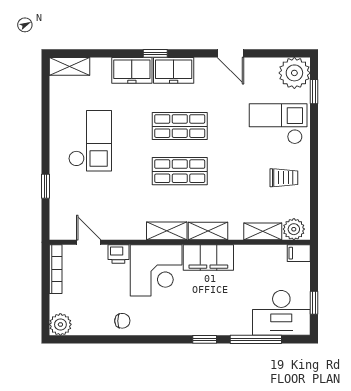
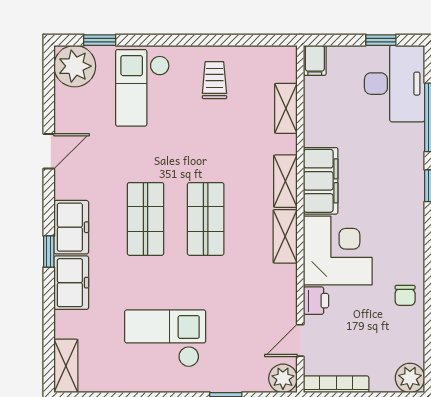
plant: (294, 229) -> (283, 378), moved
chair: (122, 321) -> (405, 295), turned 180

